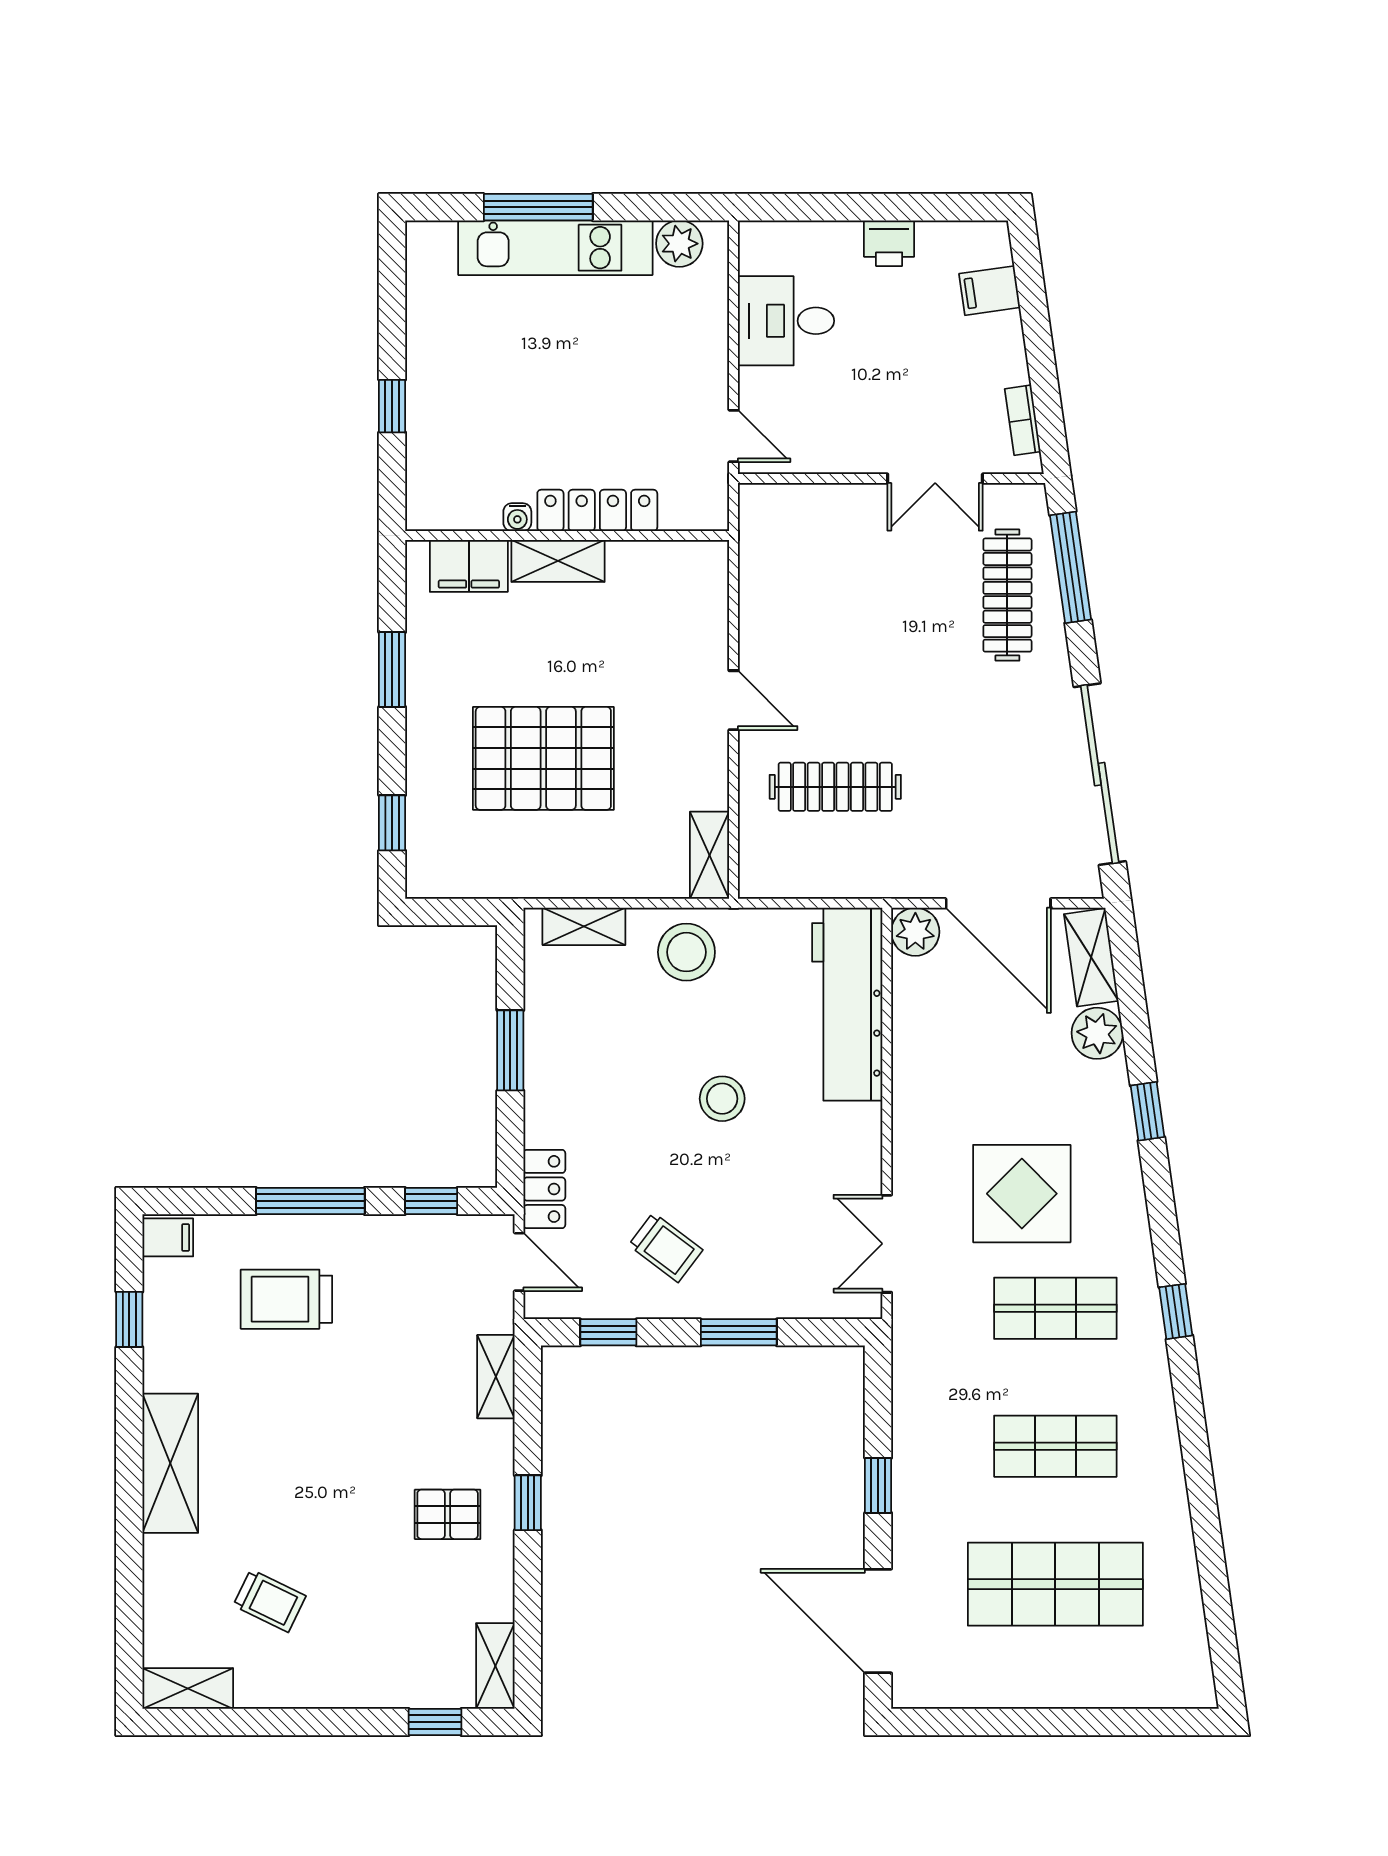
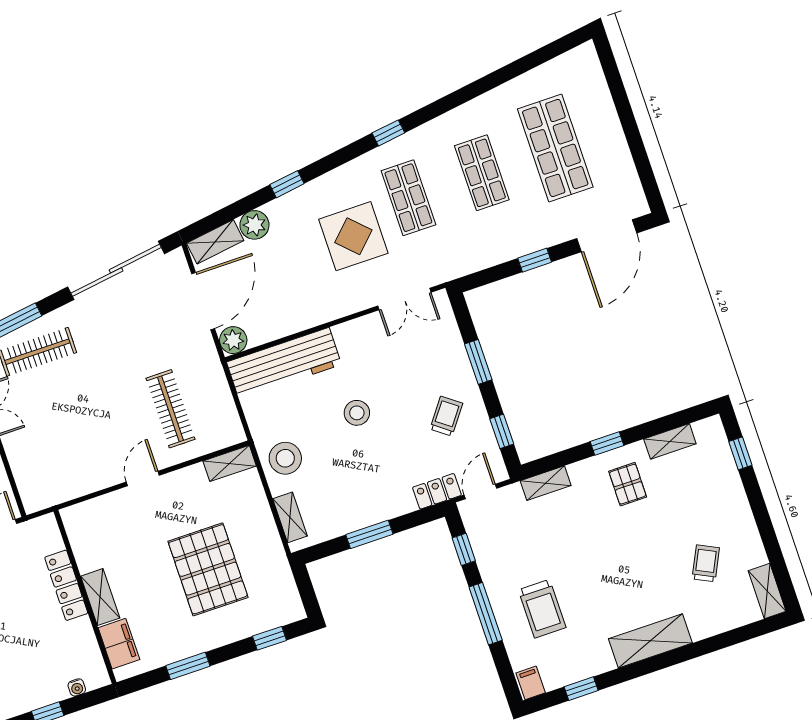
water cooler: (517, 517) -> (77, 687), moved, turned 90
shelving: (495, 1666) -> (670, 441), moved

